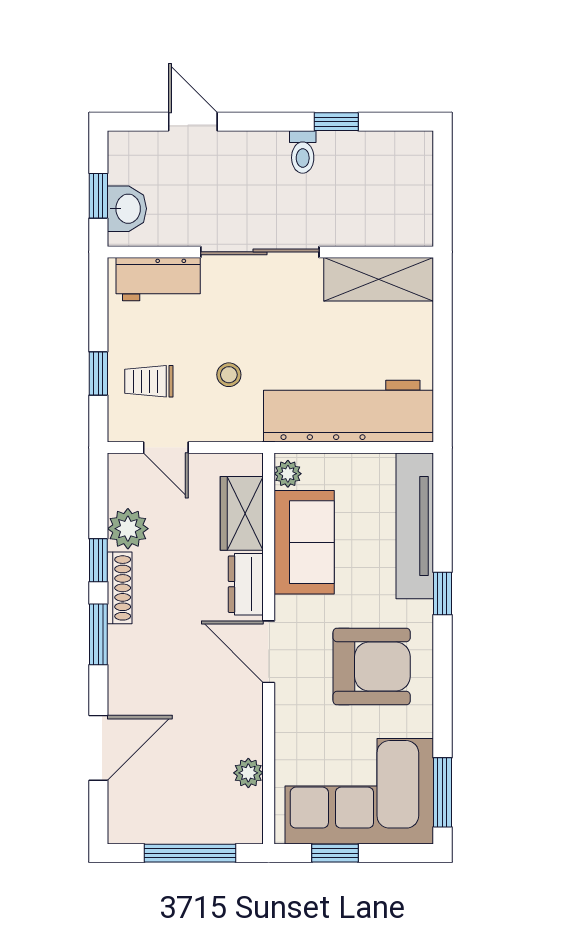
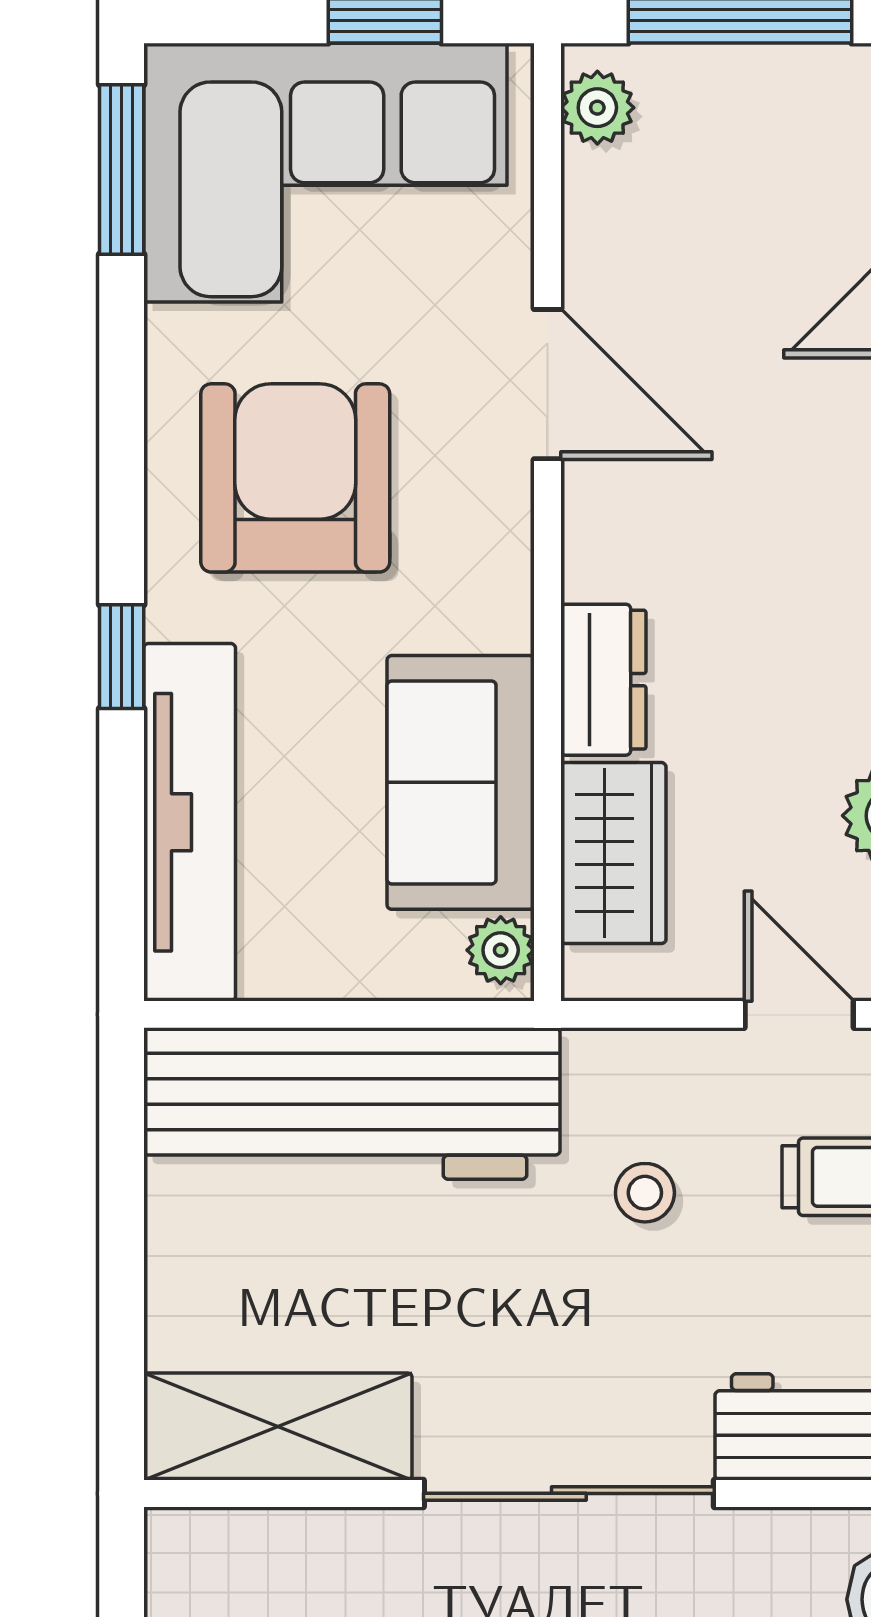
door: (269, 652) -> (547, 384), moved
armchair: (372, 667) -> (295, 478), turned 90
plant: (248, 773) -> (597, 108), moved

